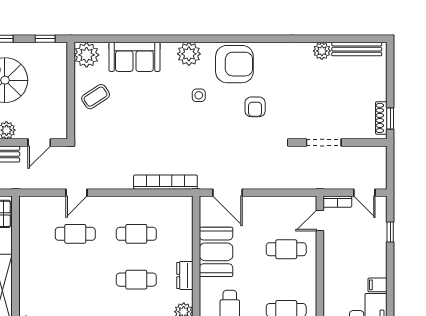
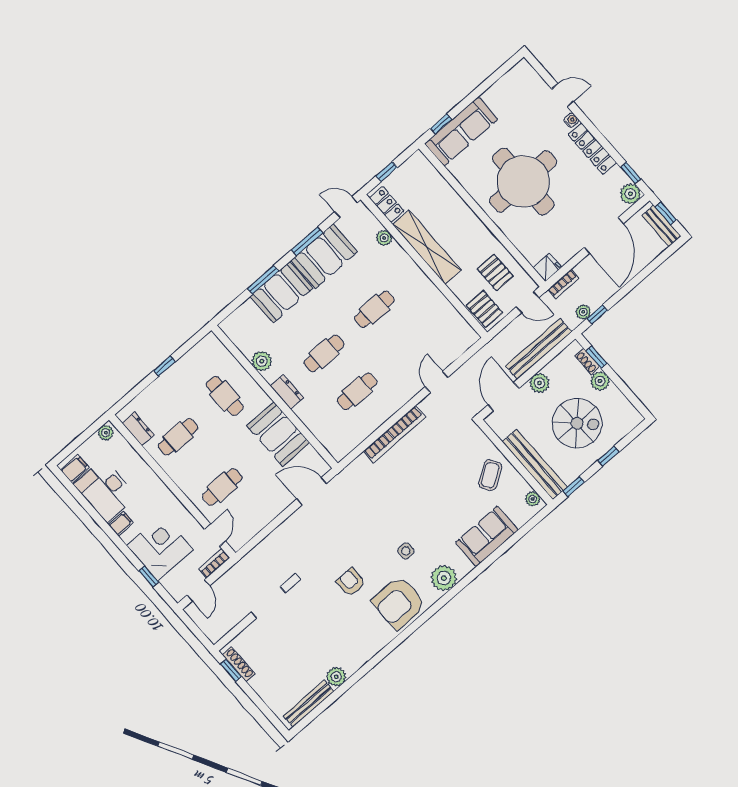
plant: (87, 55) -> (533, 499), width x0.53, depth x0.53
bench: (59, 77) -> (535, 464), added
door: (39, 142) -> (503, 397), width x1.38
bookcase: (165, 182) -> (394, 434), moved
door: (364, 193) -> (198, 590), swing flipped
cafe table: (75, 234) -> (374, 309), moved
corner desk: (365, 245) -> (160, 548), added

